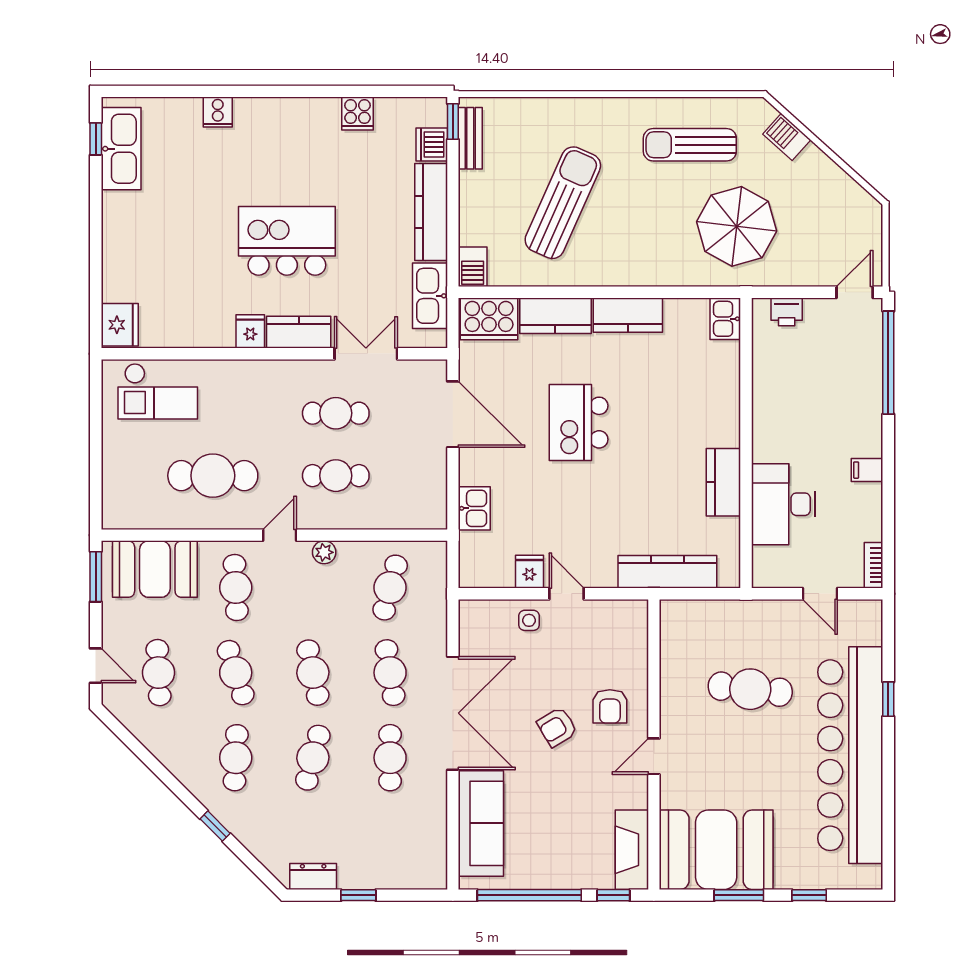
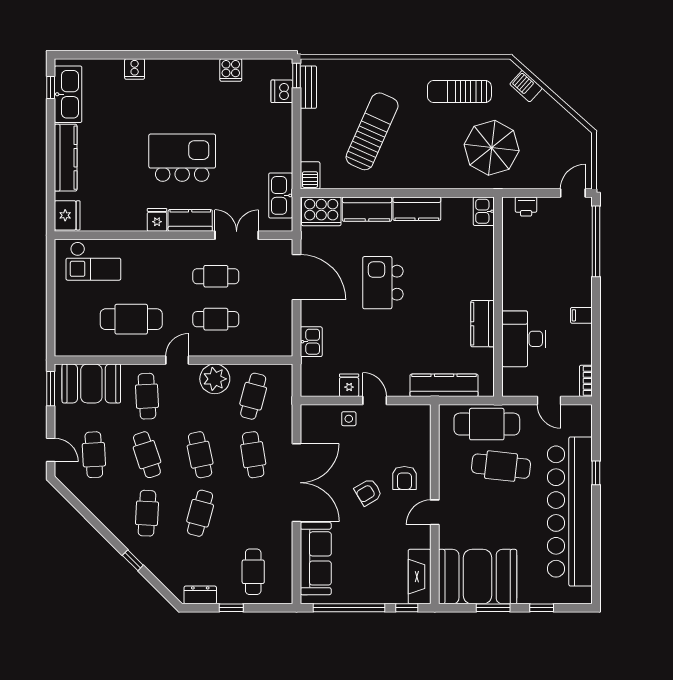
kitchen counter: (431, 212) -> (66, 158), moved, turned 180
plant: (324, 552) -> (215, 379), width x1.87, depth x1.87
cafe table: (730, 628) -> (487, 424), added
cafe table: (390, 758) -> (253, 572), moved

